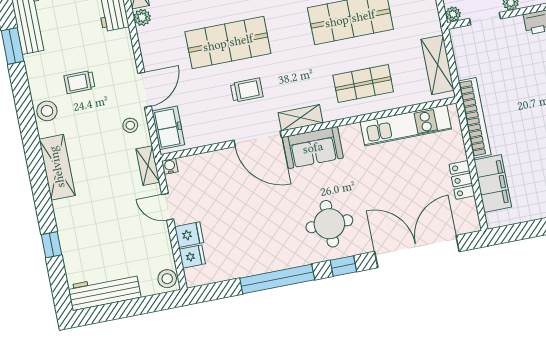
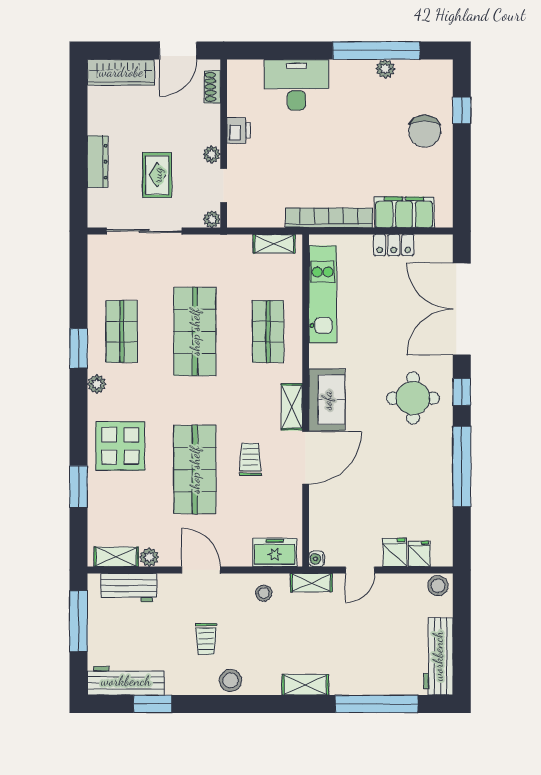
shelving: (438, 65) -> (274, 244), width x0.67, depth x0.75
door: (145, 90) -> (201, 570), moved
shelving: (57, 167) -> (305, 685), width x0.67, depth x0.75
window: (51, 245) -> (377, 704), width x3.17

